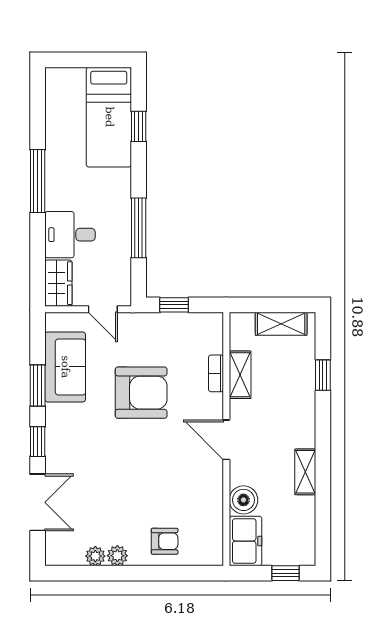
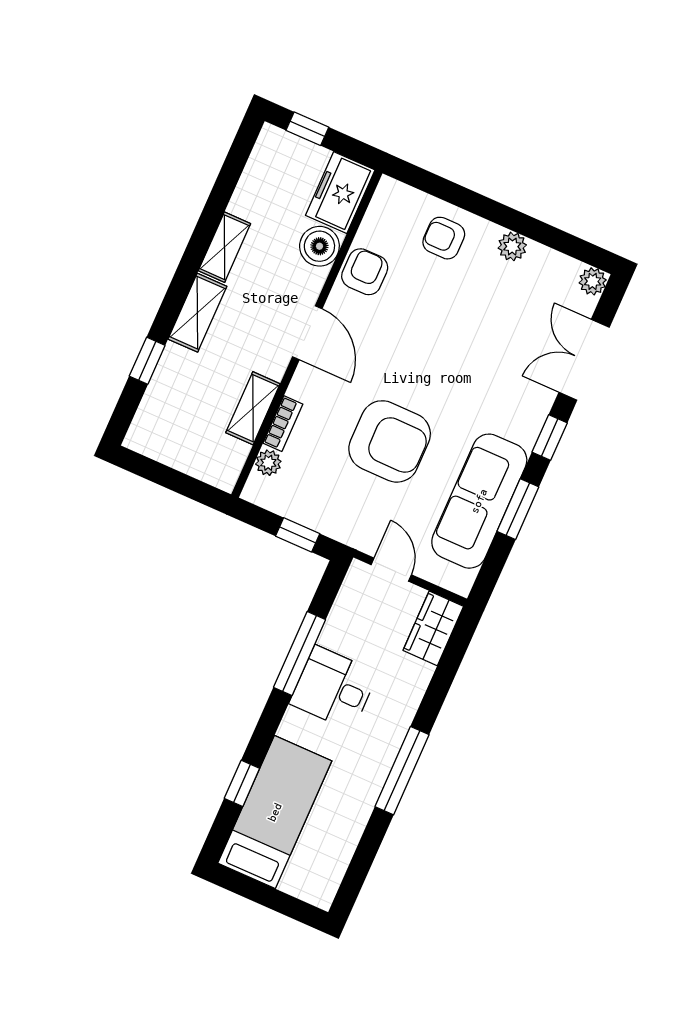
desk: (70, 235) -> (334, 688), moved, turned 180
shelving: (281, 324) -> (197, 313), moved, turned 90
plant: (214, 344) -> (268, 463), added
sofa: (65, 367) -> (479, 501), width x1.36
armchair: (141, 393) -> (390, 441), turned 180
armchair: (207, 496) -> (365, 272), added
plant: (95, 556) -> (593, 281), moved

